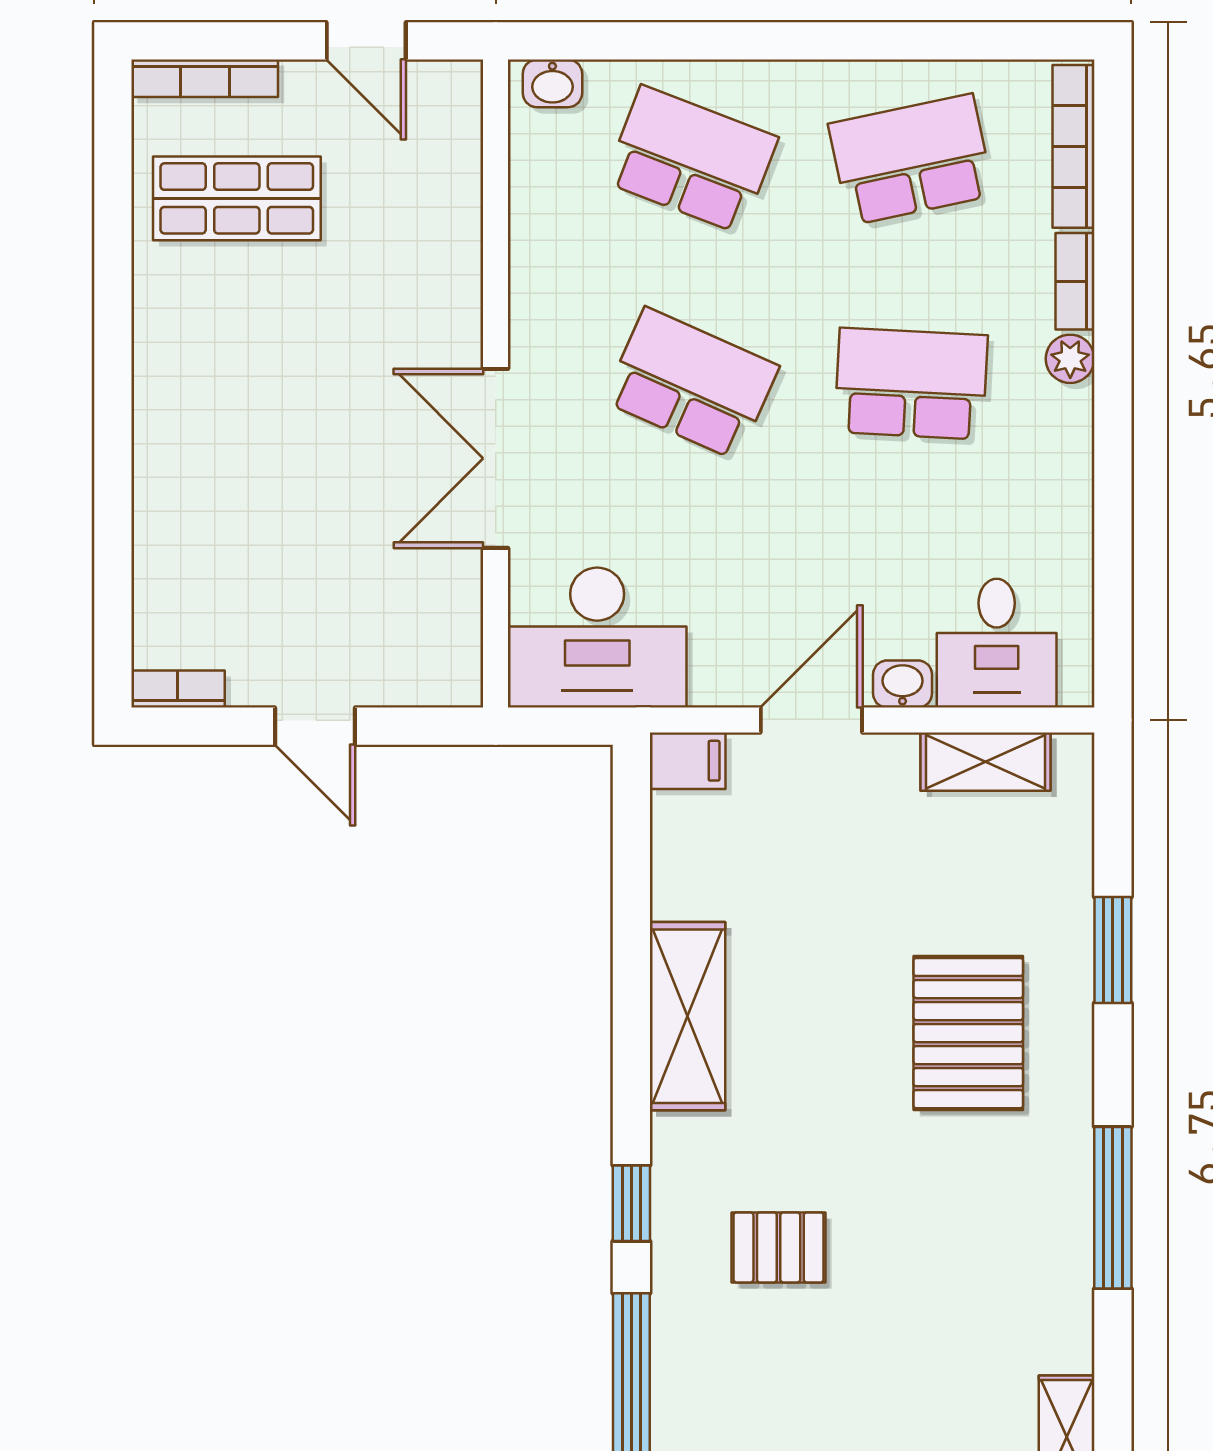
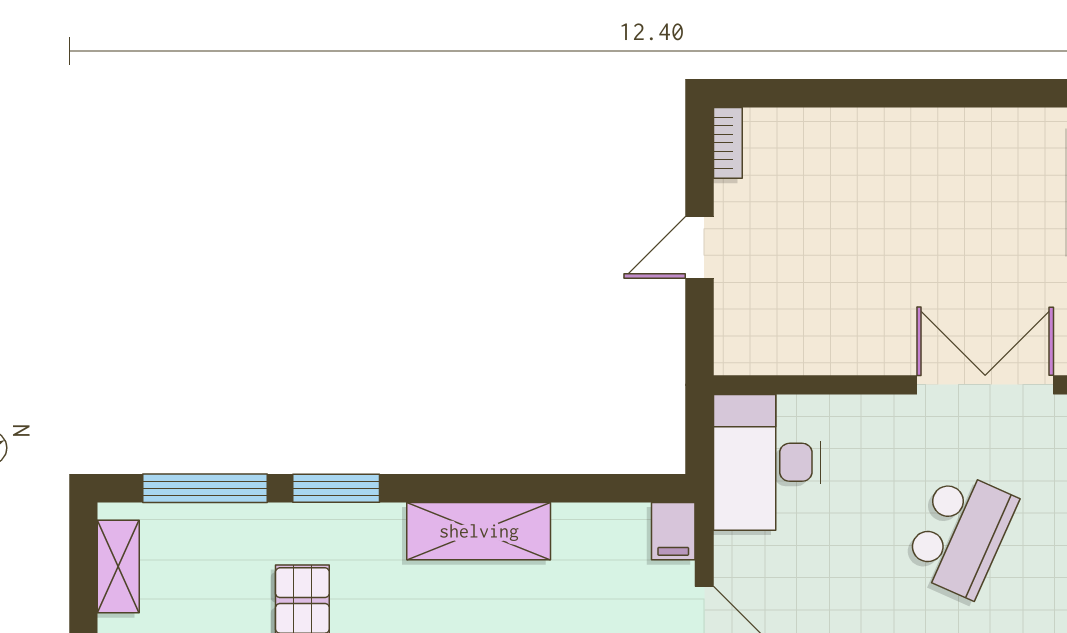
double door: (496, 458) -> (985, 385), moved
window: (631, 1203) -> (336, 488), width x1.50

